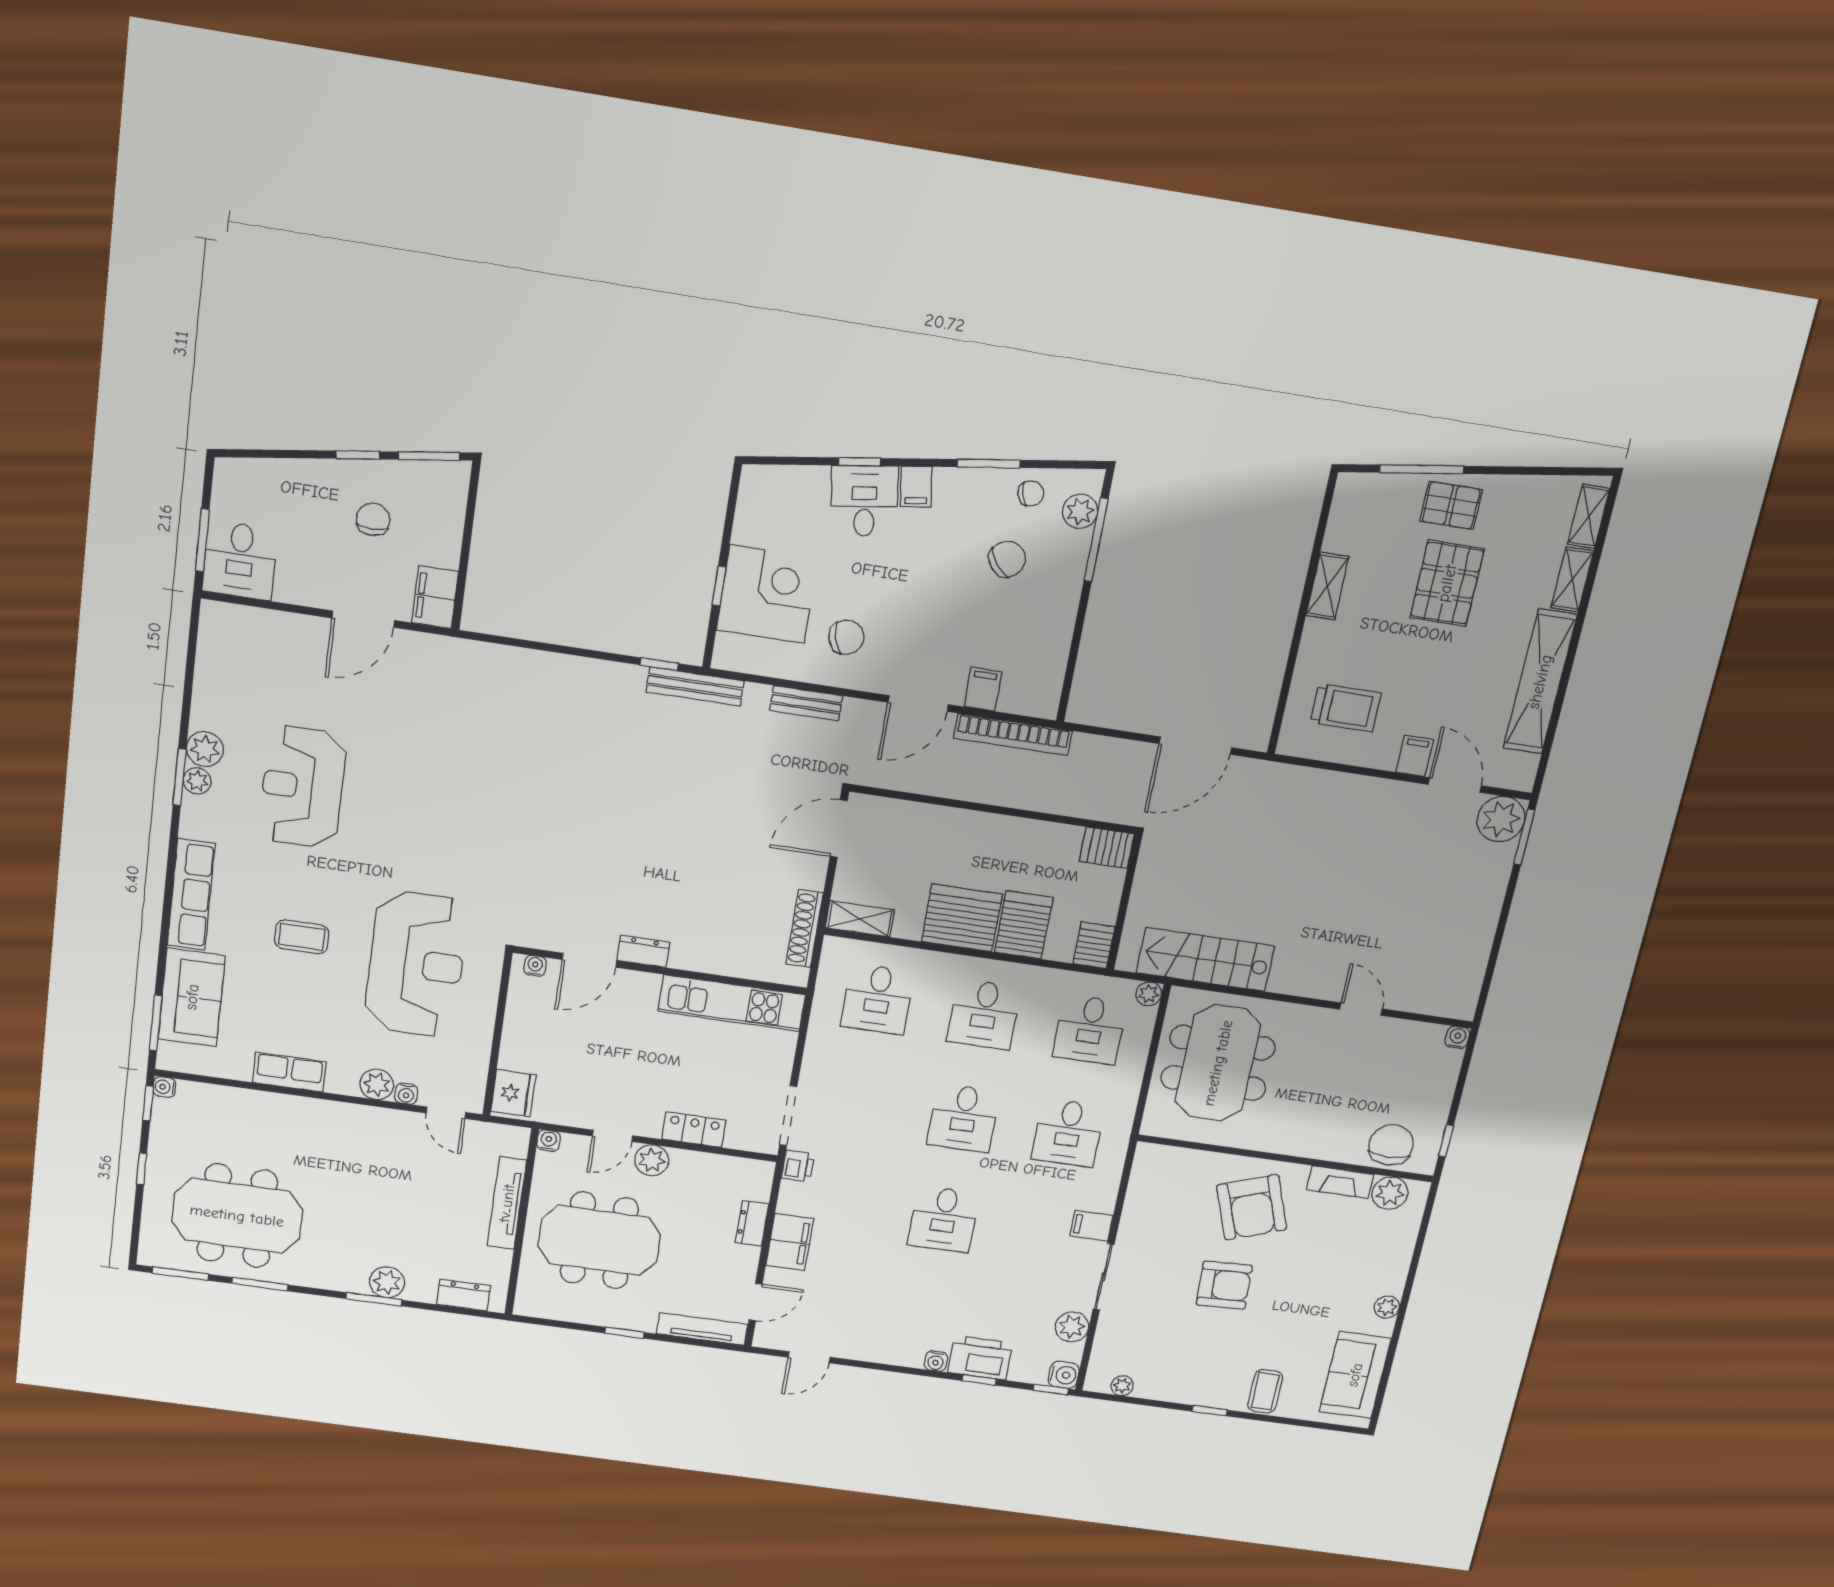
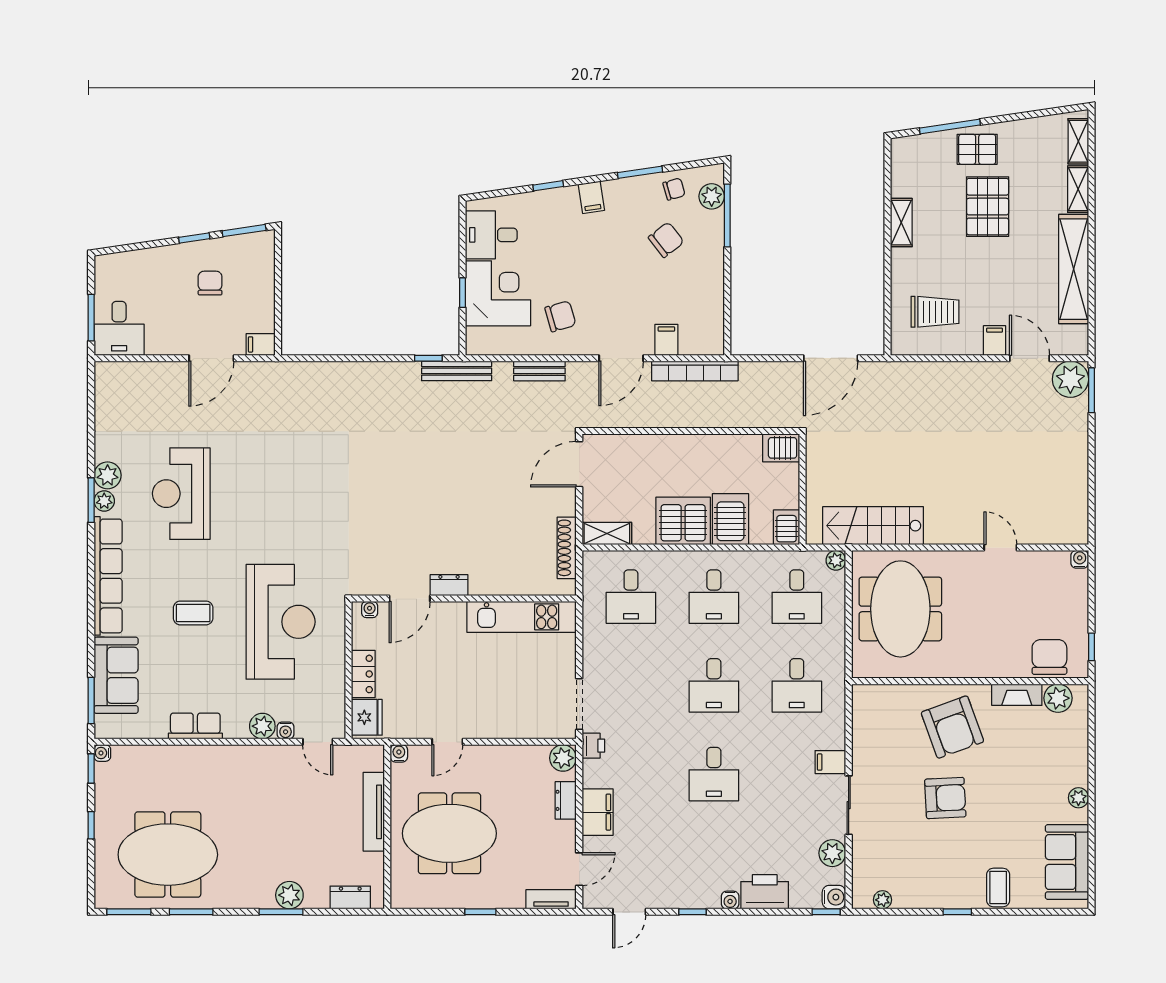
desk: (864, 501) -> (491, 235), moved, turned -82
filing cabinet: (435, 597) -> (261, 344), width x0.50
row of seats: (191, 895) -> (108, 576), width x1.36
locker: (694, 1130) -> (363, 674), moved, turned 90
plant: (652, 1160) -> (563, 758), moved
tv unit: (702, 1329) -> (551, 899), width x0.71
window: (979, 1380) -> (692, 912), moved

